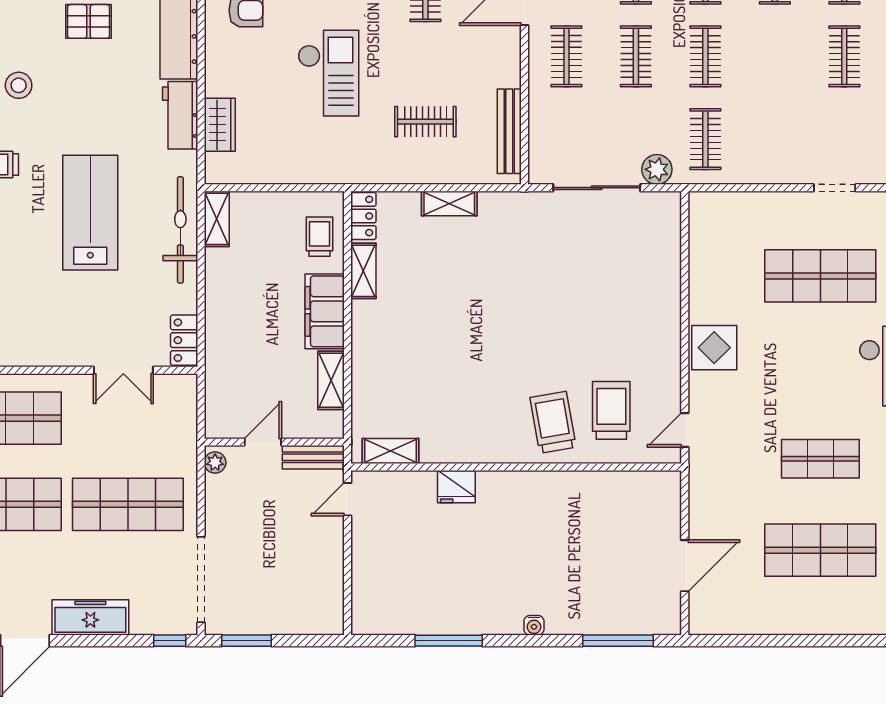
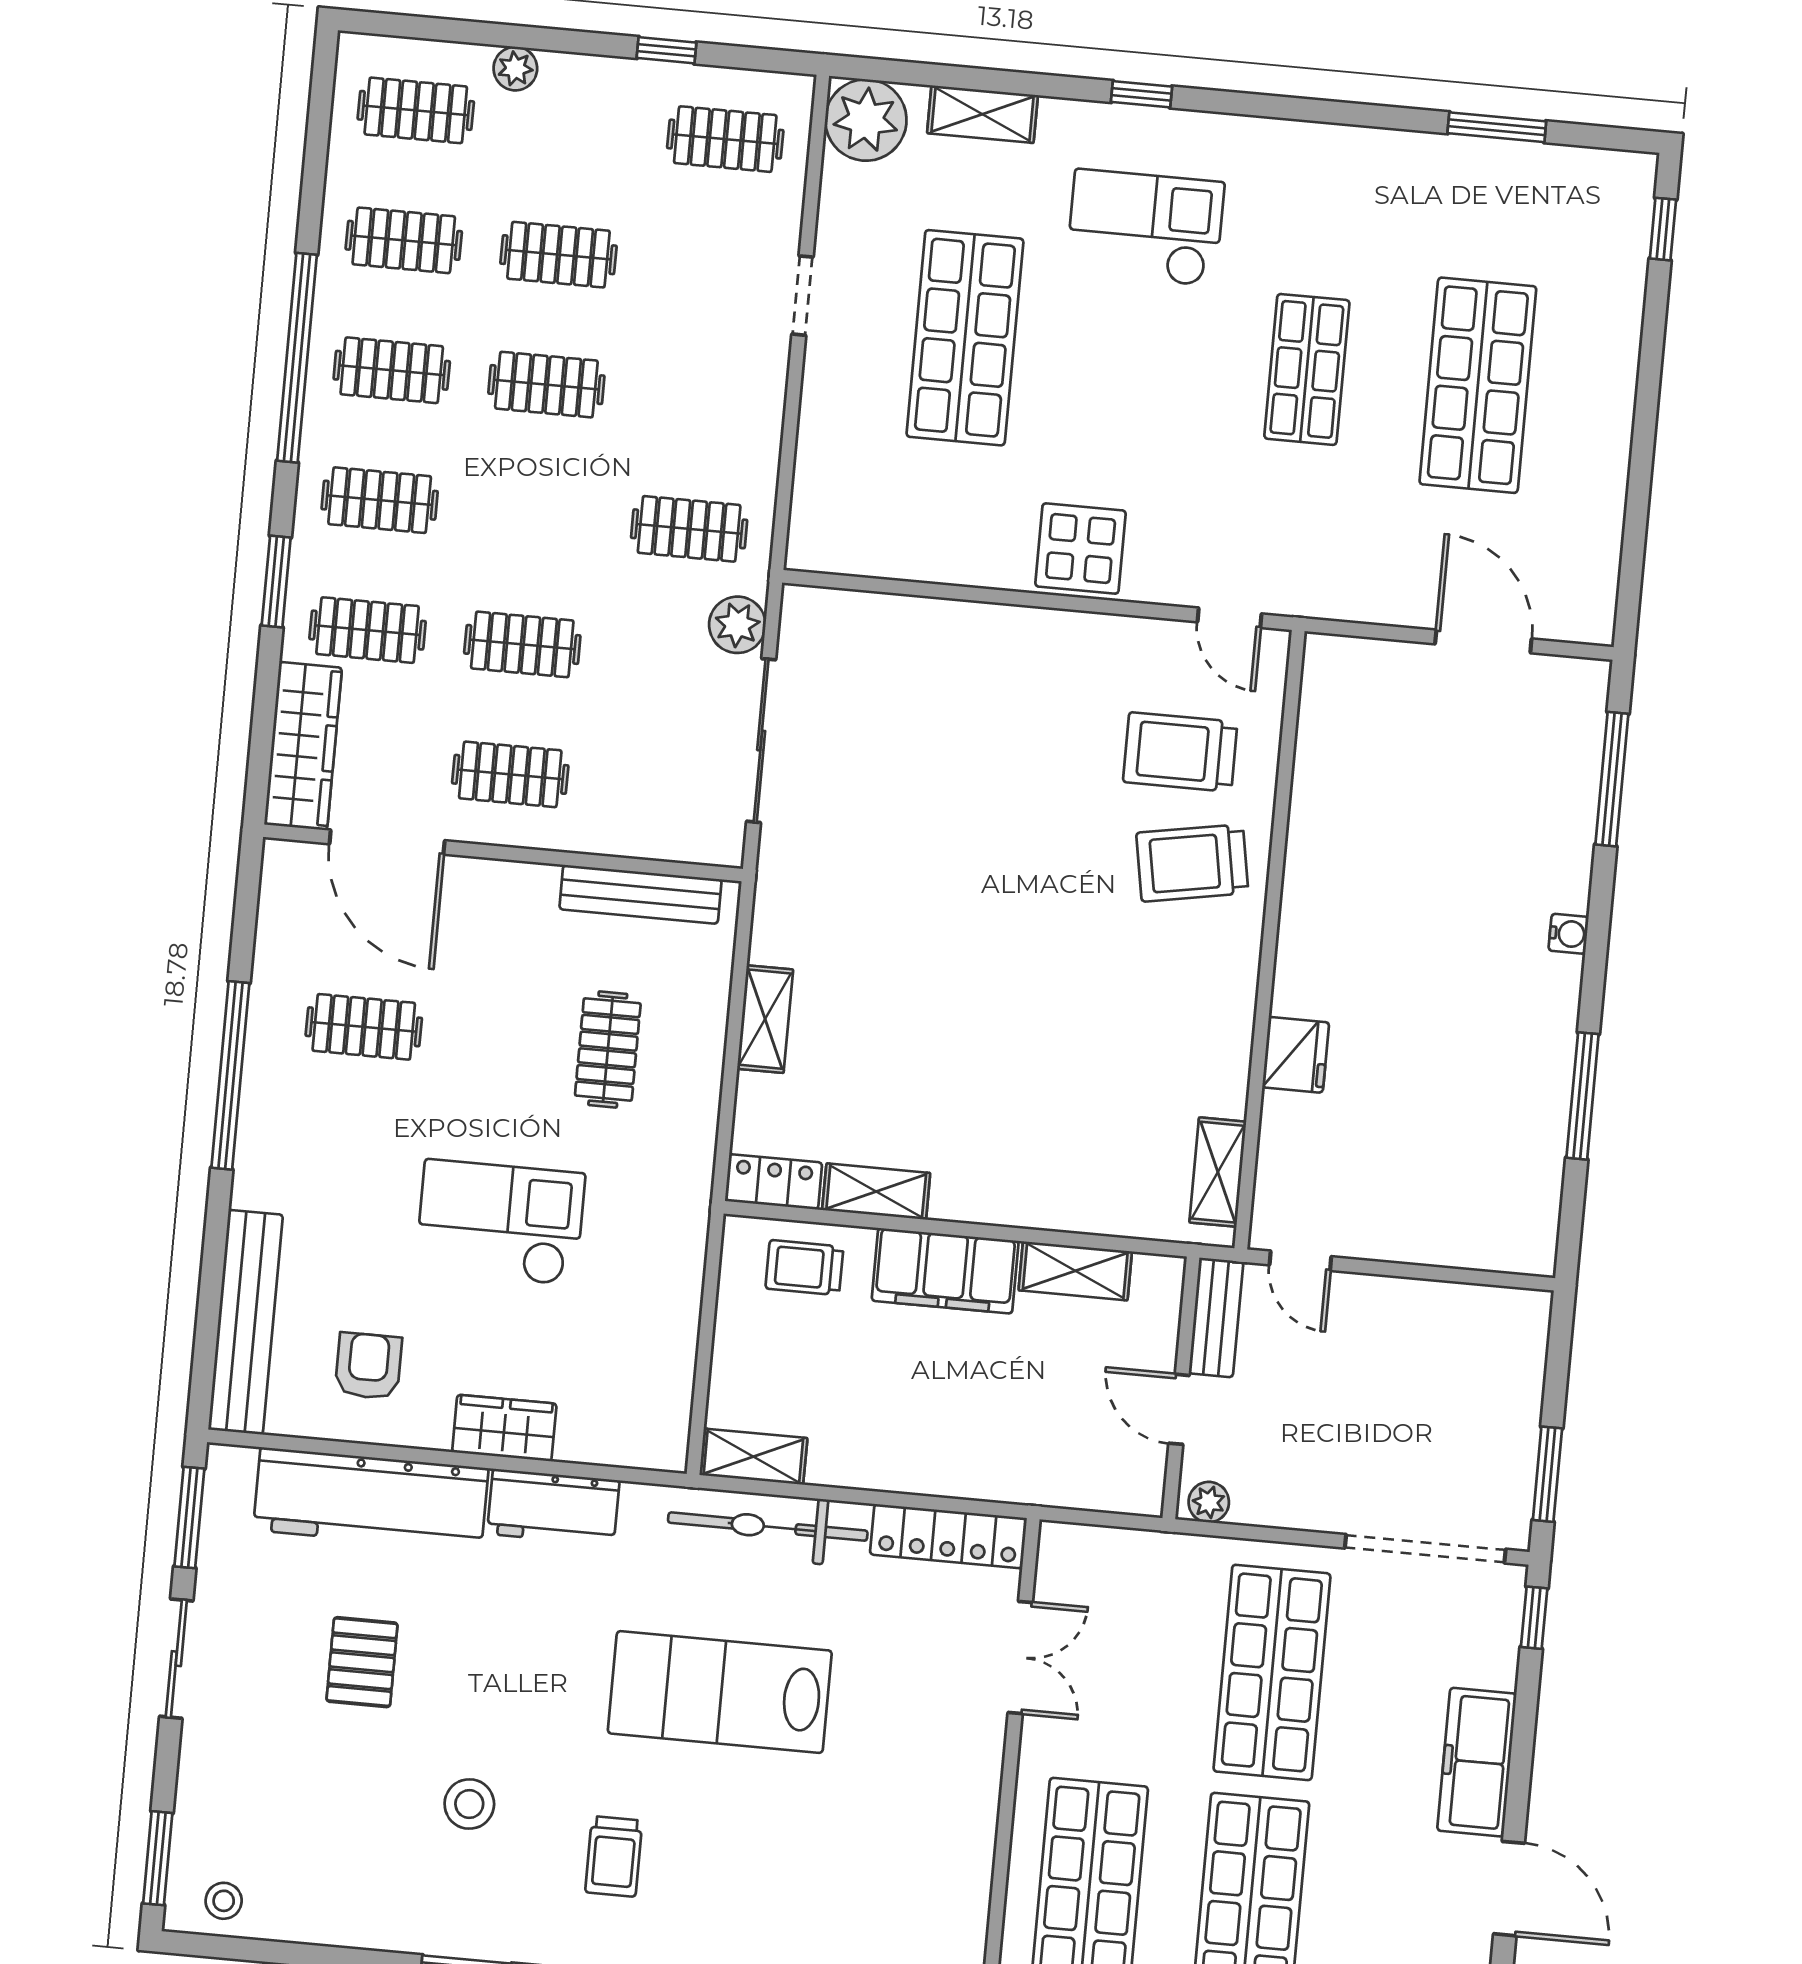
clothes rail: (705, 56) -> (546, 385), moved
wardrobe: (220, 125) -> (504, 1428), moved
locker: (184, 340) -> (948, 1536), width x1.53

